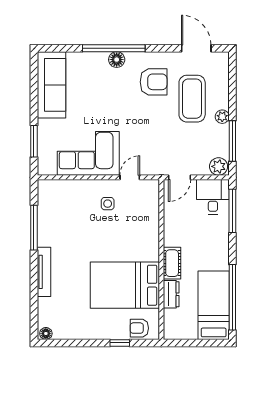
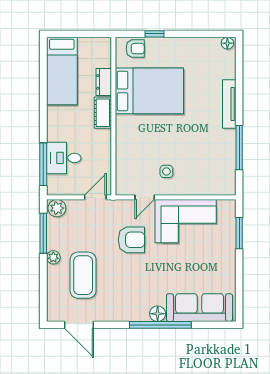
armchair: (154, 82) -> (131, 240), moved, turned 180
sofa: (51, 85) -> (199, 308), moved, turned 90
desk: (213, 197) -> (64, 158), moved, turned 90
window: (232, 297) -> (43, 79), removed

